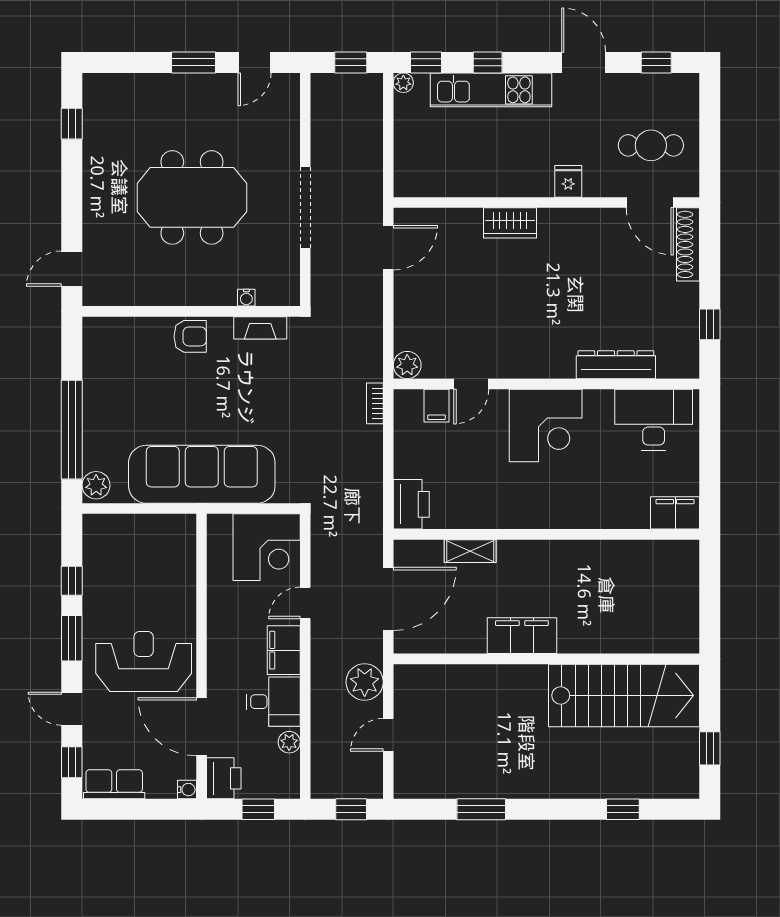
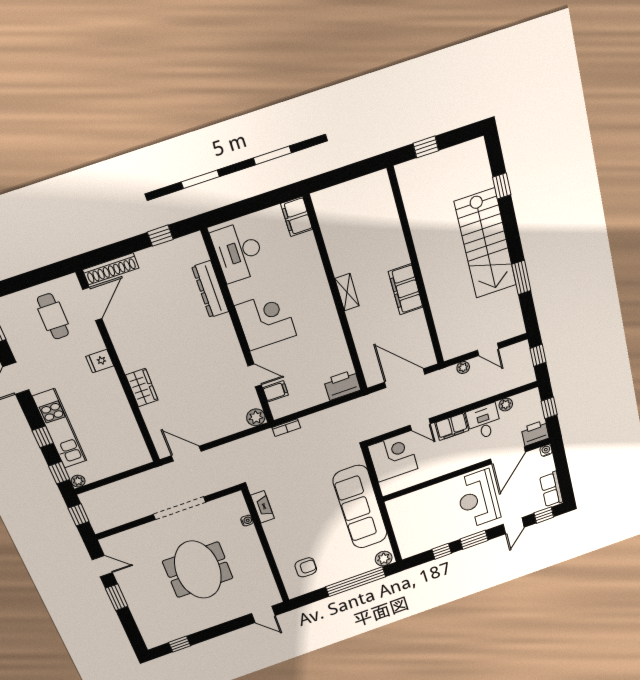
armchair: (190, 336) -> (306, 567), moved, turned 90
shelving: (470, 551) -> (347, 292), moved
plant: (365, 682) -> (463, 368), width x0.53, depth x0.53
stairs: (624, 695) -> (486, 244), moved, turned 180
window: (710, 748) -> (426, 147), moved

